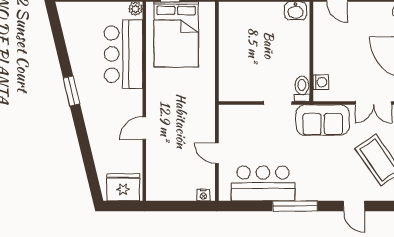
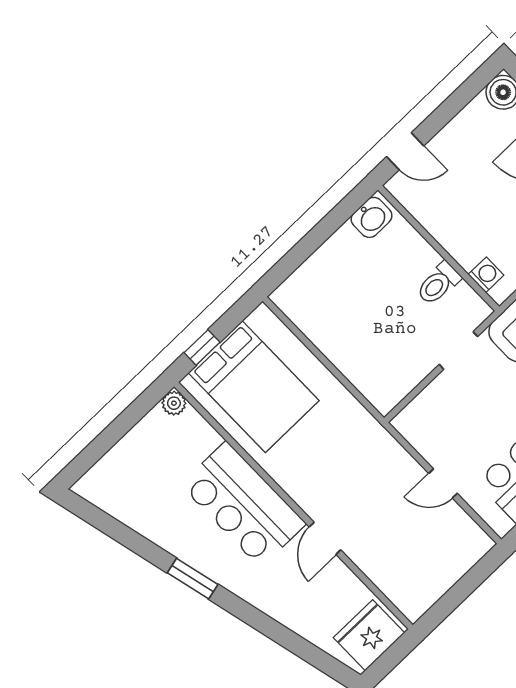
bar counter: (123, 54) -> (243, 504), moved
toilet: (302, 89) -> (439, 283), moved, turned -90
nightstand: (203, 195) -> (476, 550), removed

